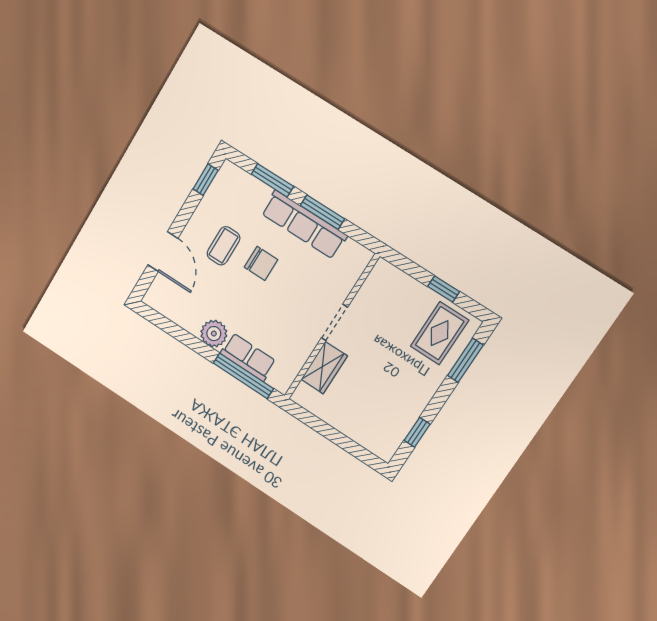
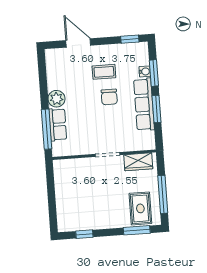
water cooler: (262, 191) -> (145, 71), added
door: (163, 252) -> (78, 43), swing flipped
window: (444, 289) -> (163, 194), width x2.17
rug: (440, 333) -> (140, 208), turned 90
wardrobe: (324, 368) -> (138, 162), moved

